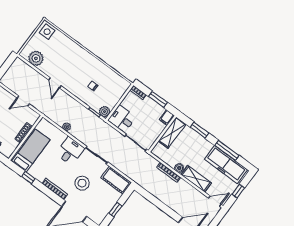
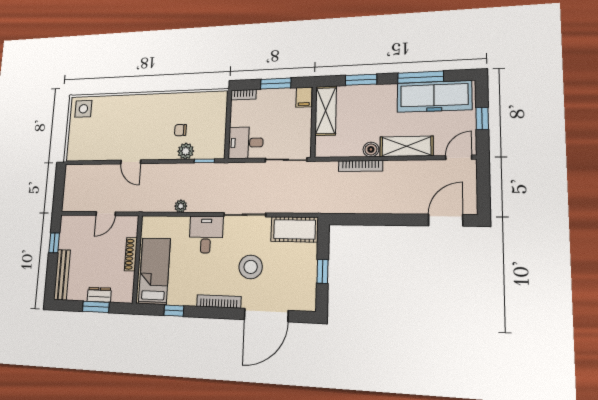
plant: (36, 58) -> (90, 150), removed
plant: (105, 112) -> (186, 151), moved

